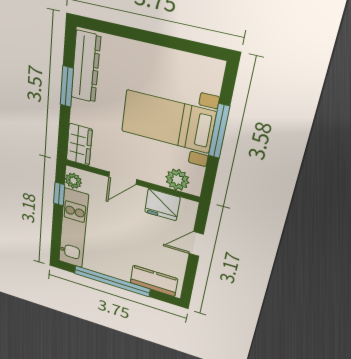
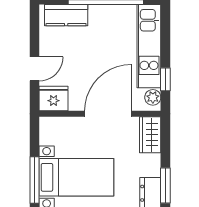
door: (123, 178) -> (108, 114), width x1.87
plant: (177, 180) -> (61, 127), removed
fridge: (162, 205) -> (54, 99), moved

